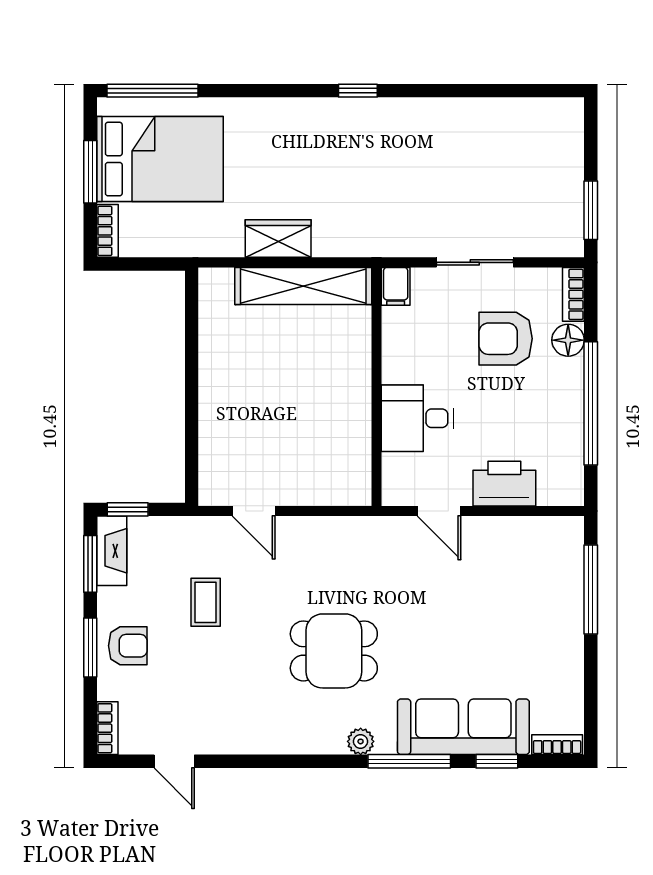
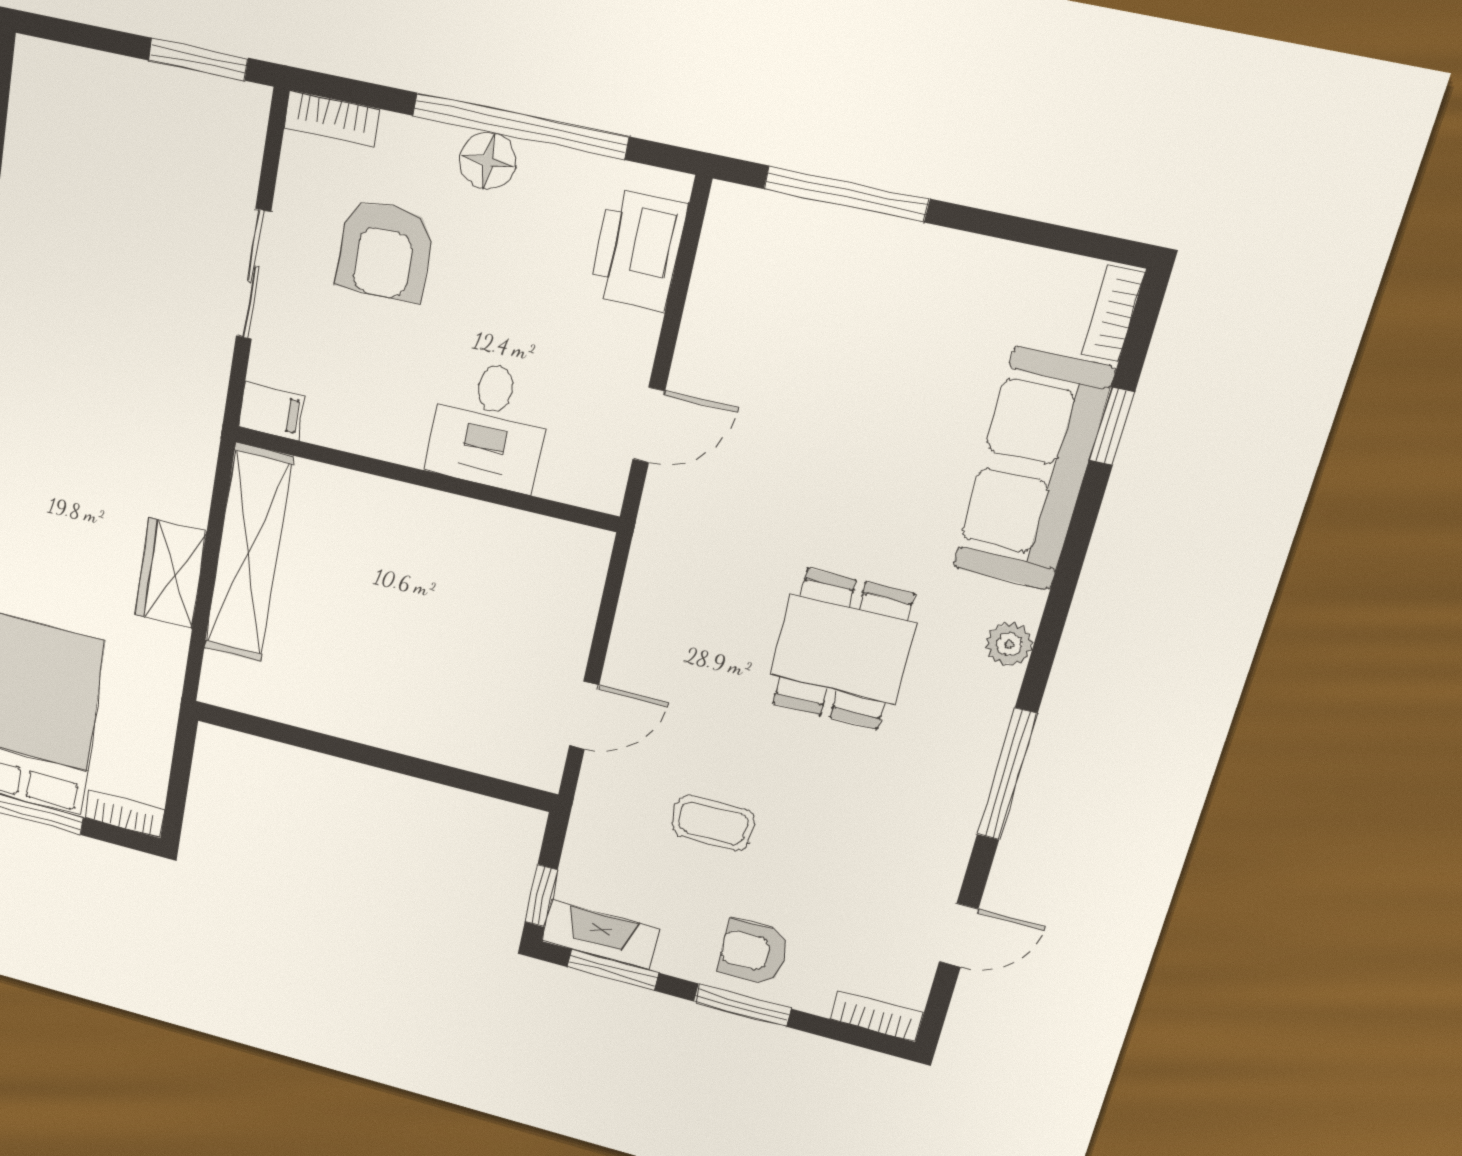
floor lamp: (568, 340) -> (488, 161), moved
printer: (504, 484) -> (638, 250), moved
armchair: (128, 646) -> (753, 952), turned -90
window: (409, 761) -> (1007, 774), moved

